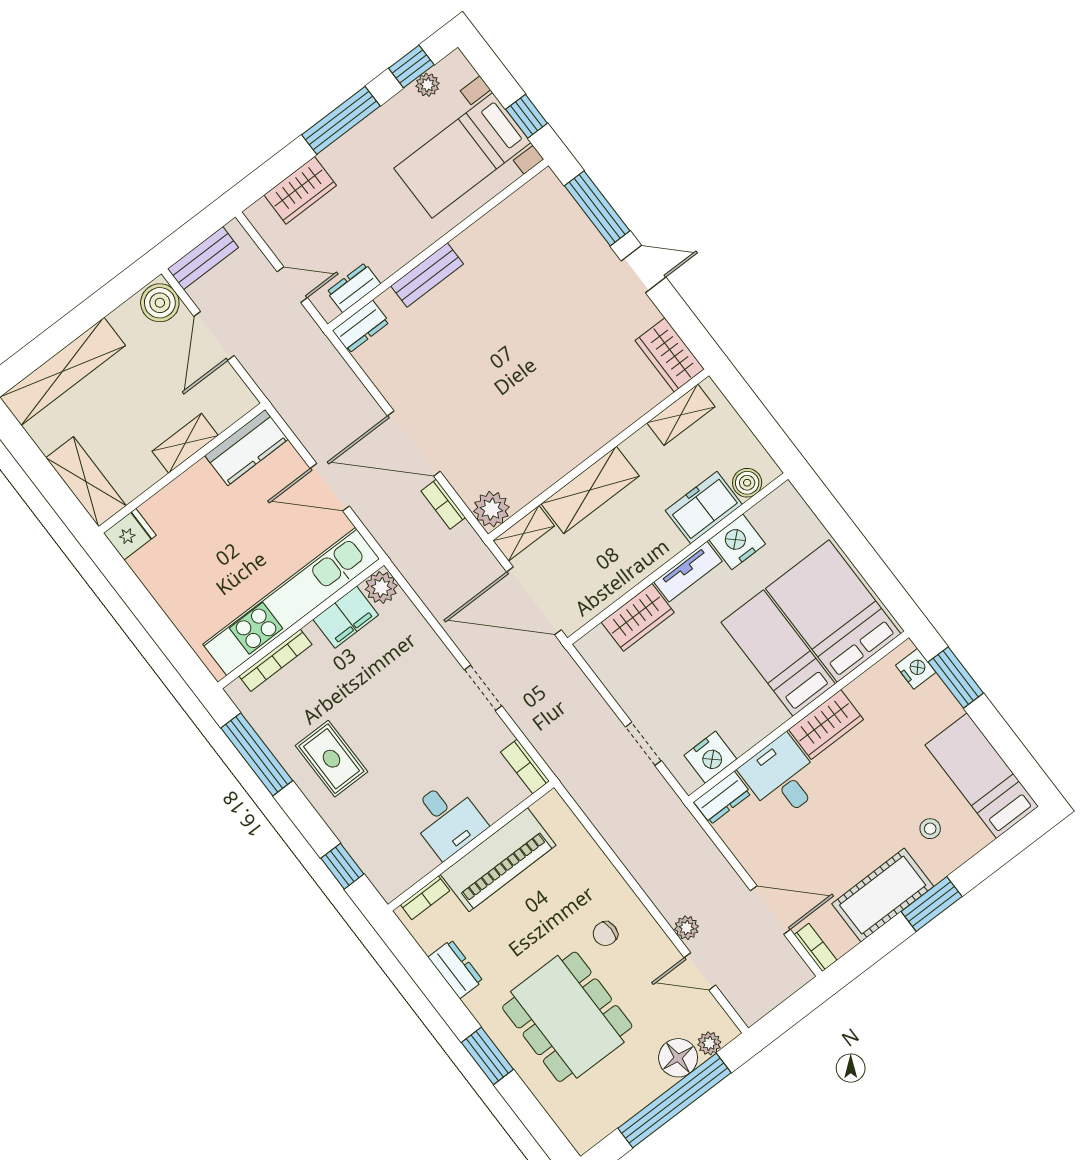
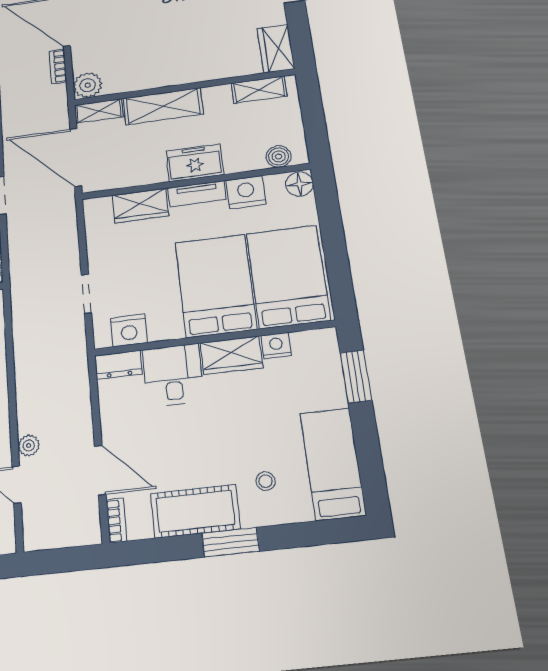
floor lamp: (786, 503) -> (299, 184), added
freezer: (704, 507) -> (195, 163), moved
bed: (778, 653) -> (216, 286), width x1.50
nightstand: (916, 669) -> (276, 346), moved, turned -90

